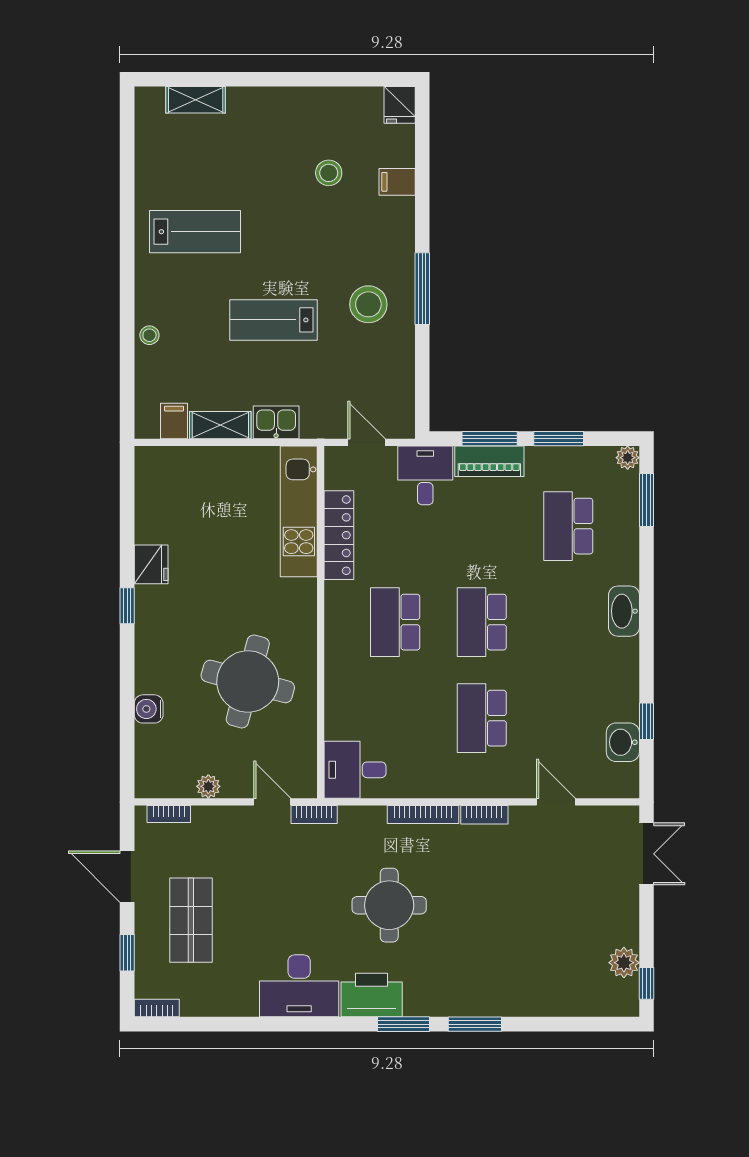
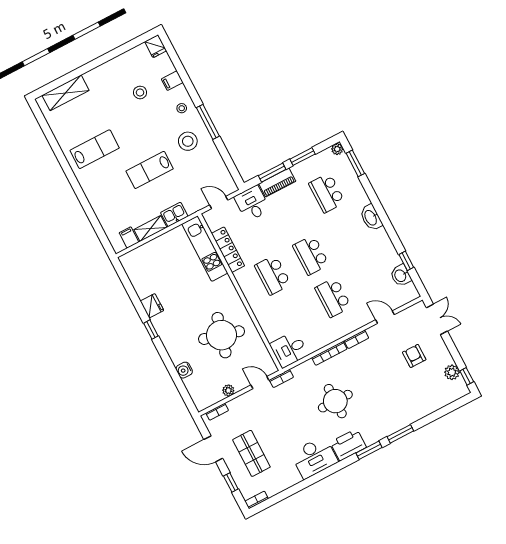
shelving: (196, 100) -> (66, 93), width x1.50, depth x1.33
stool: (149, 335) -> (182, 108), moved
armchair: (572, 898) -> (414, 356), added

